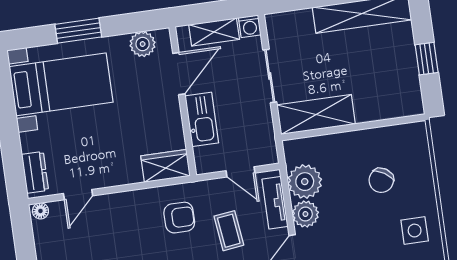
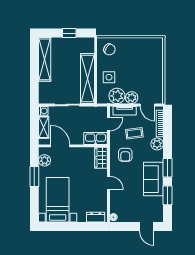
window: (78, 31) -> (34, 177), moved
shelving: (316, 115) -> (87, 78), width x1.47
kitchen sink: (202, 119) -> (95, 138), moved
chair: (381, 180) -> (109, 49), moved
door: (78, 195) -> (108, 183), moved
armchair: (179, 218) -> (125, 155), turned 180
side table: (415, 231) -> (109, 77), moved

